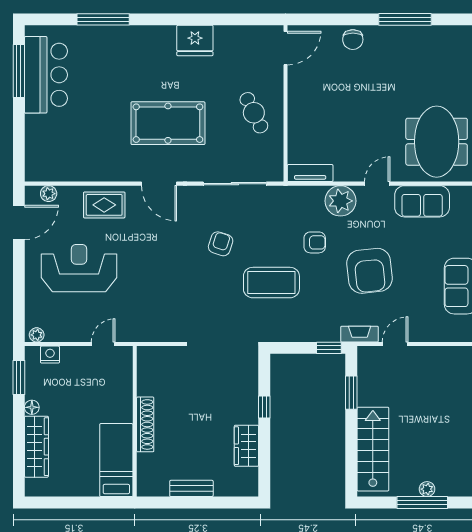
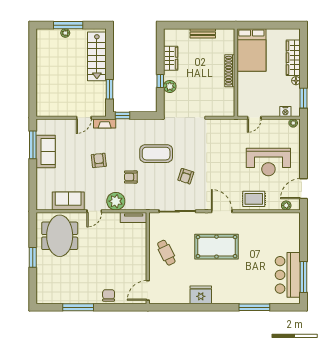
armchair: (369, 271) -> (99, 160), width x0.53, depth x0.53
plant: (248, 397) -> (170, 86), added
bed: (116, 460) -> (251, 50), width x1.50

